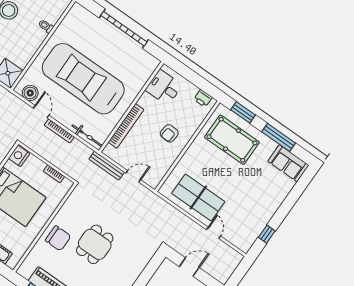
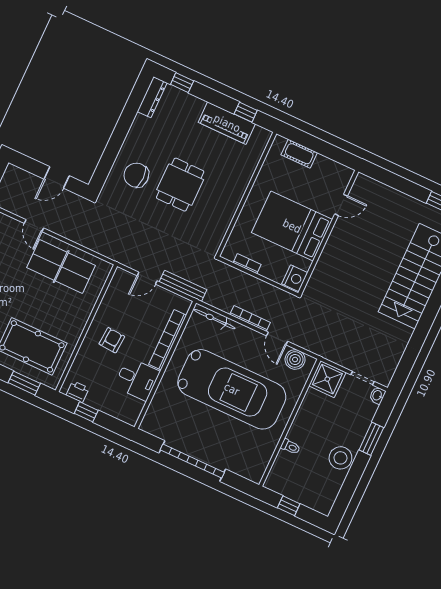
window: (199, 82) -> (86, 412), added
desk: (164, 87) -> (137, 379), moved
chair: (58, 238) -> (136, 175), moved

